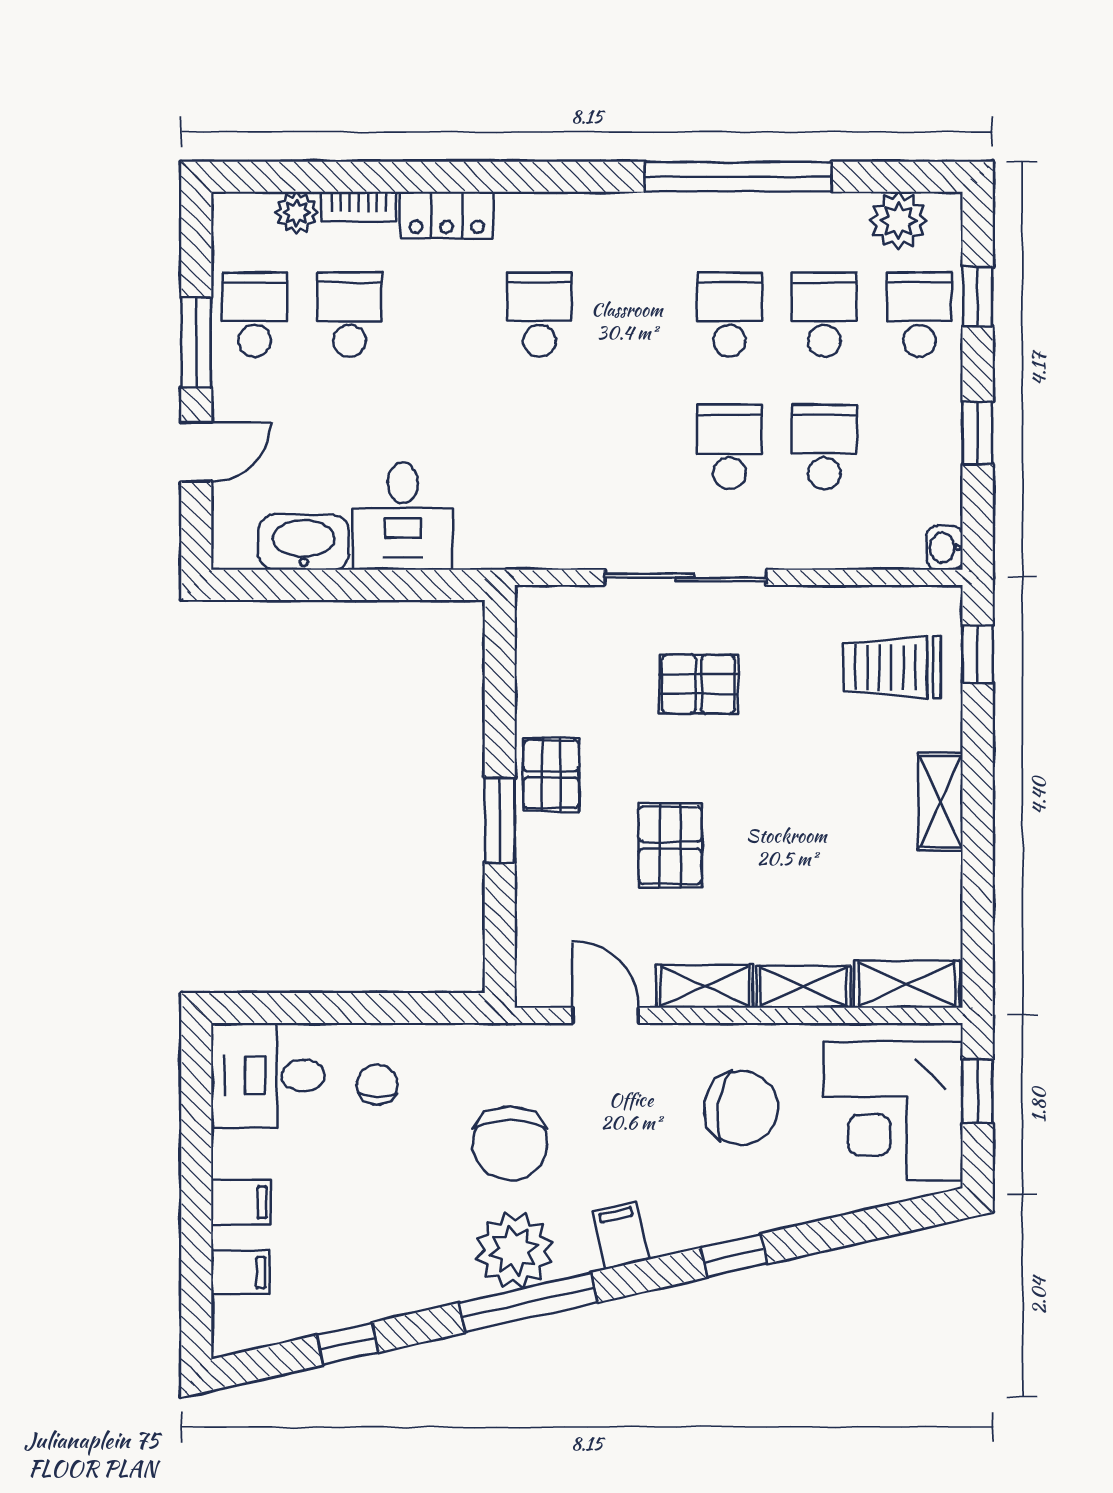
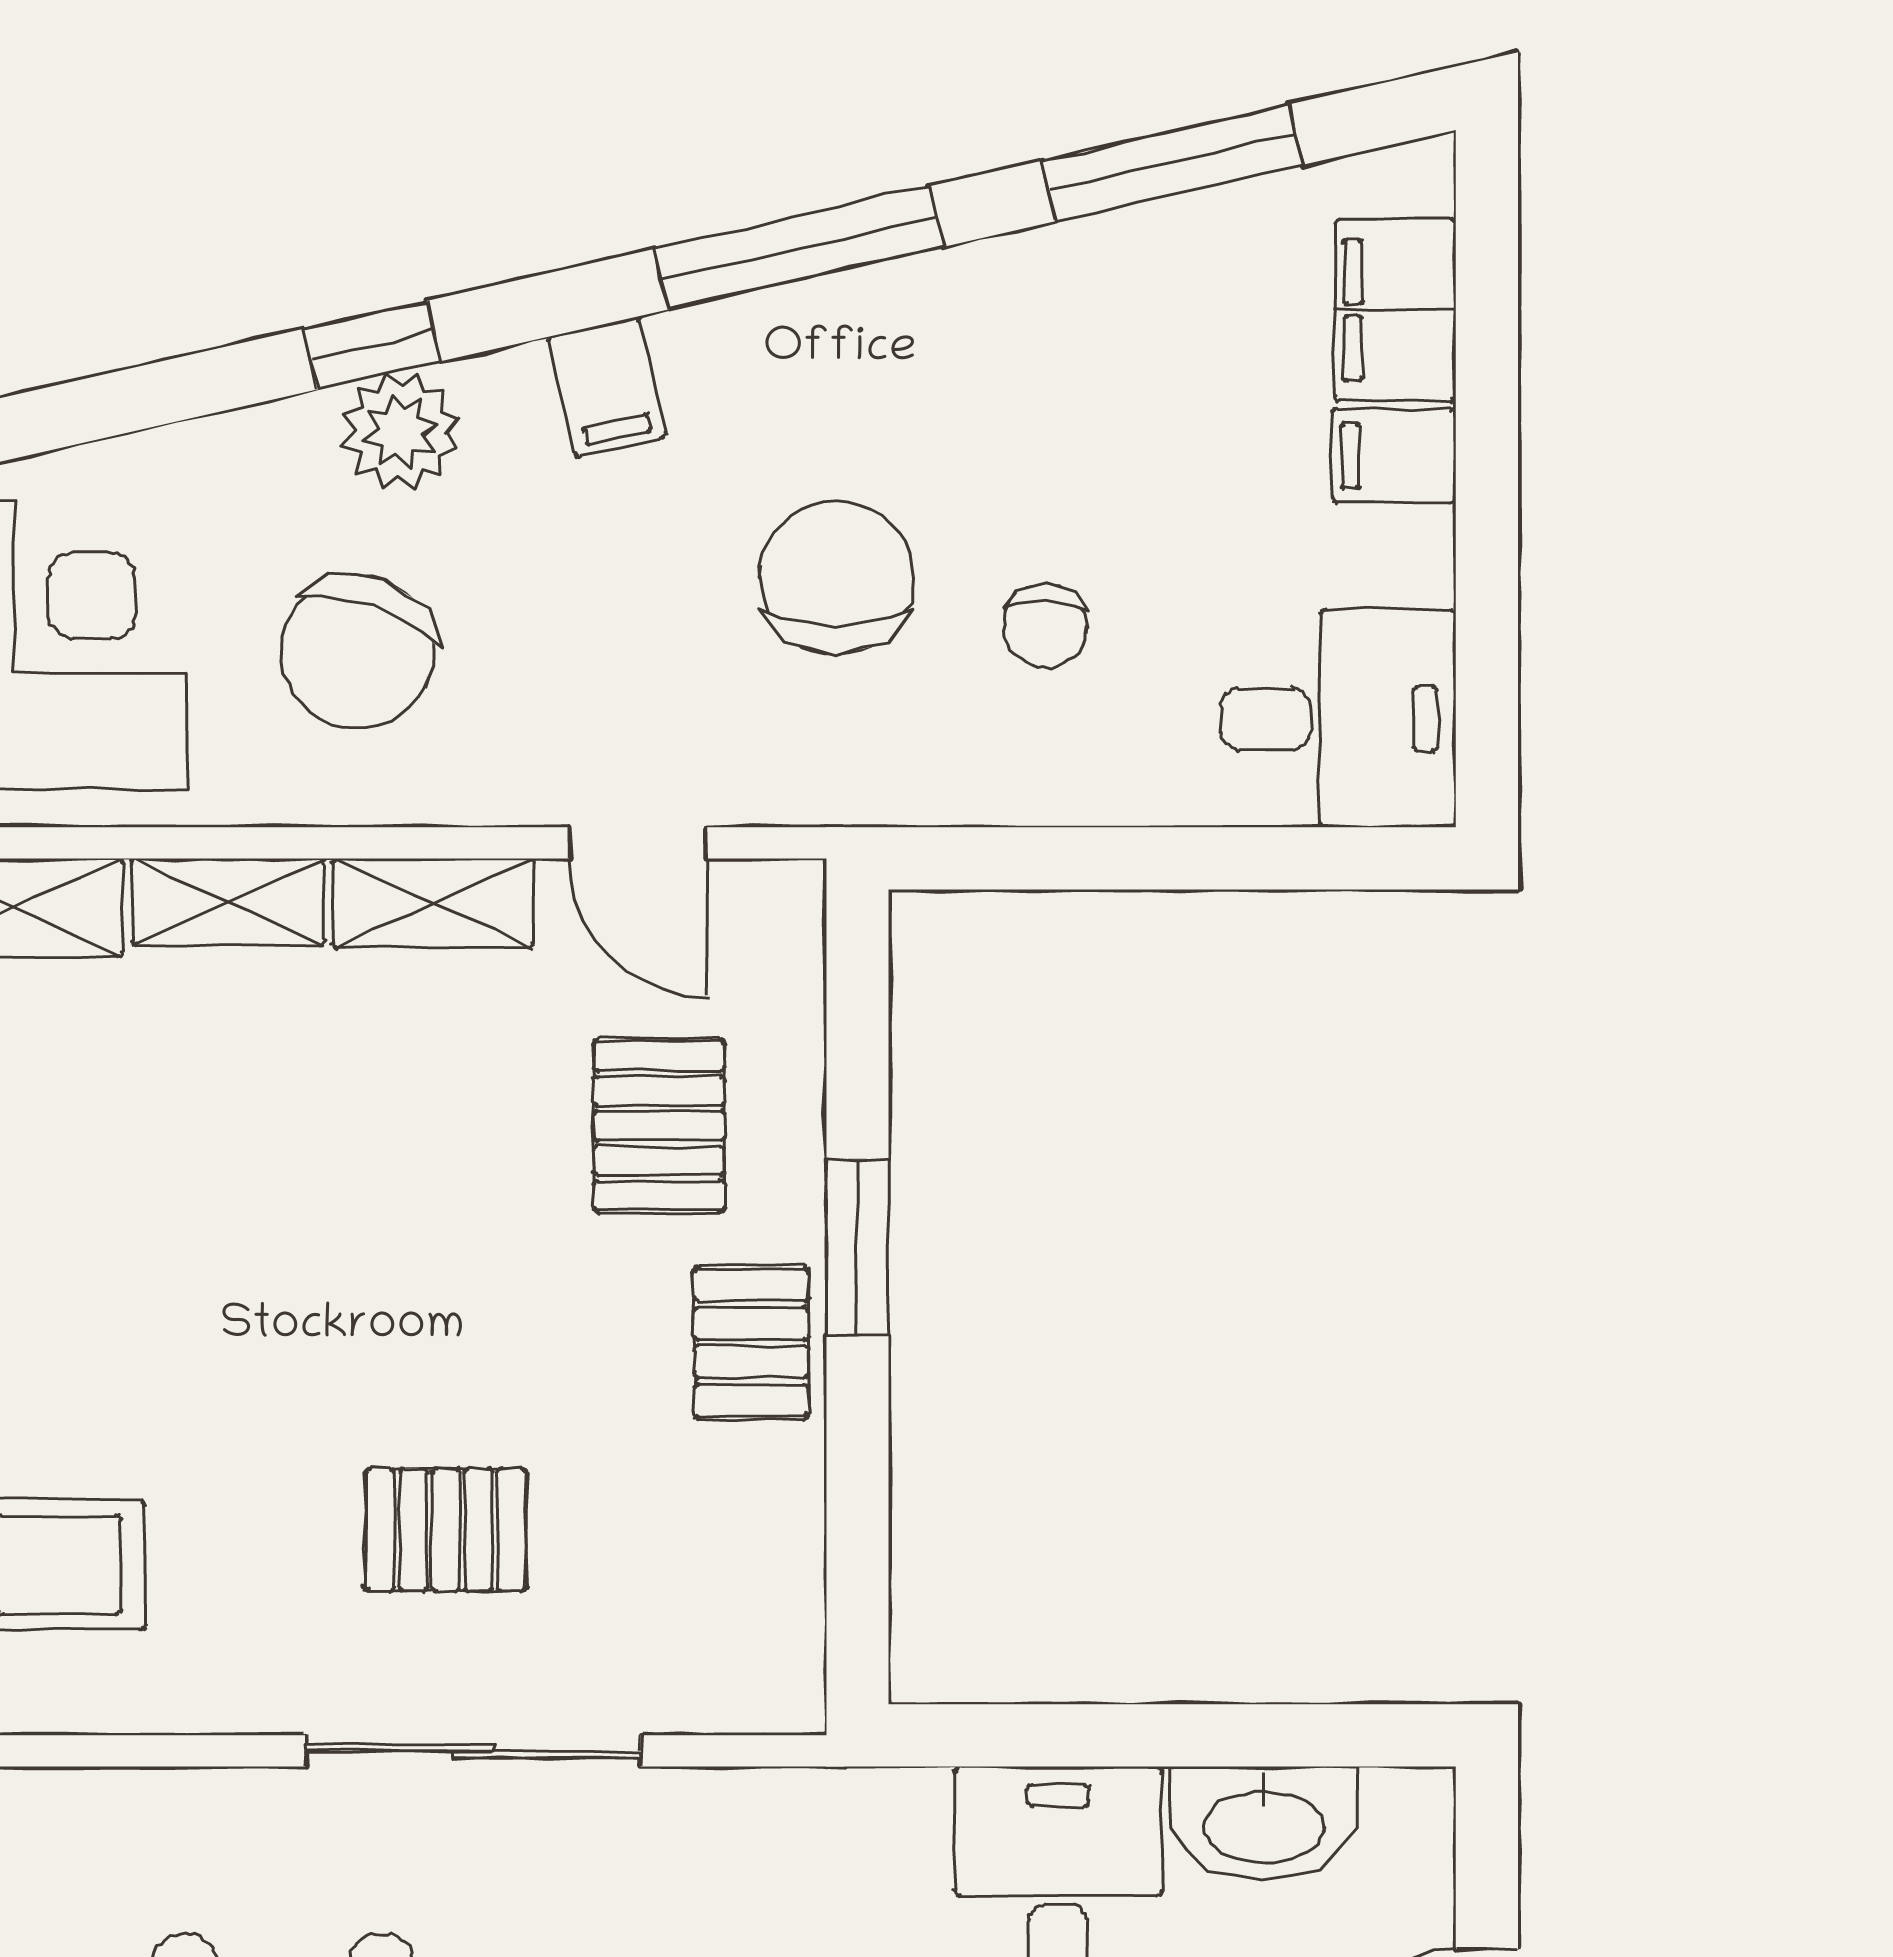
pallet: (670, 845) -> (659, 1126), moved
chair: (377, 1085) -> (1045, 626), moved
chair: (741, 1108) -> (358, 651), turned -79
plant: (514, 1250) -> (400, 432), moved, width x0.73, depth x0.73
filing cabinet: (240, 1272) -> (1395, 310), width x2.00
window: (348, 1344) -> (1172, 163), width x2.17

